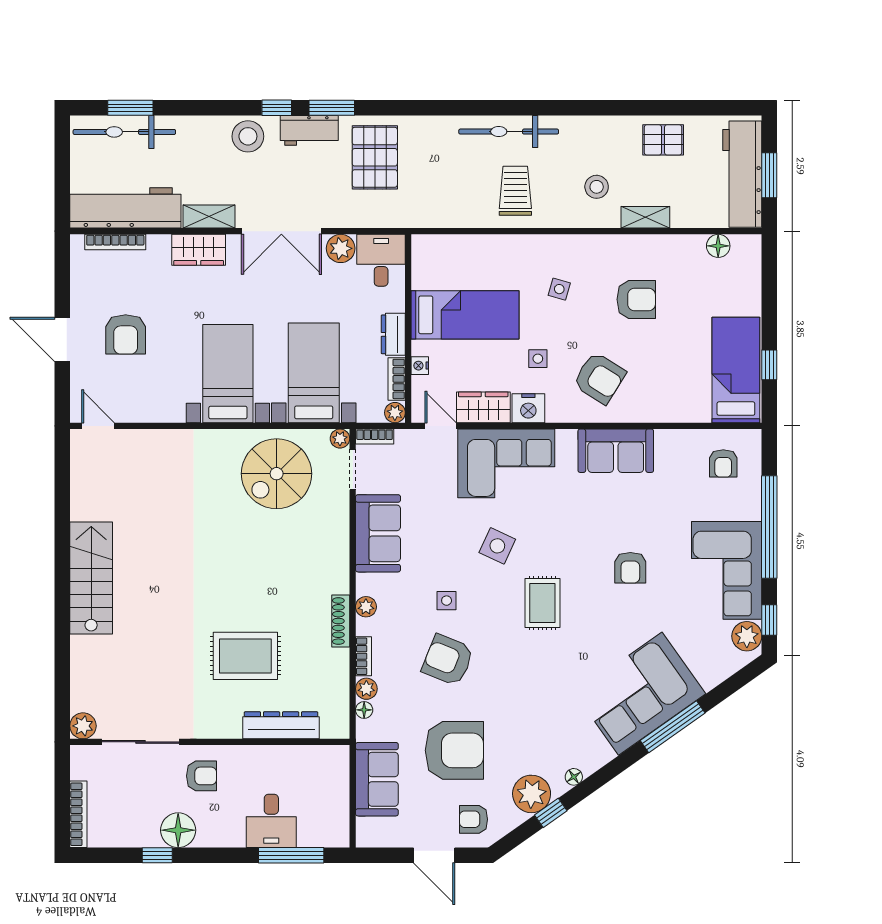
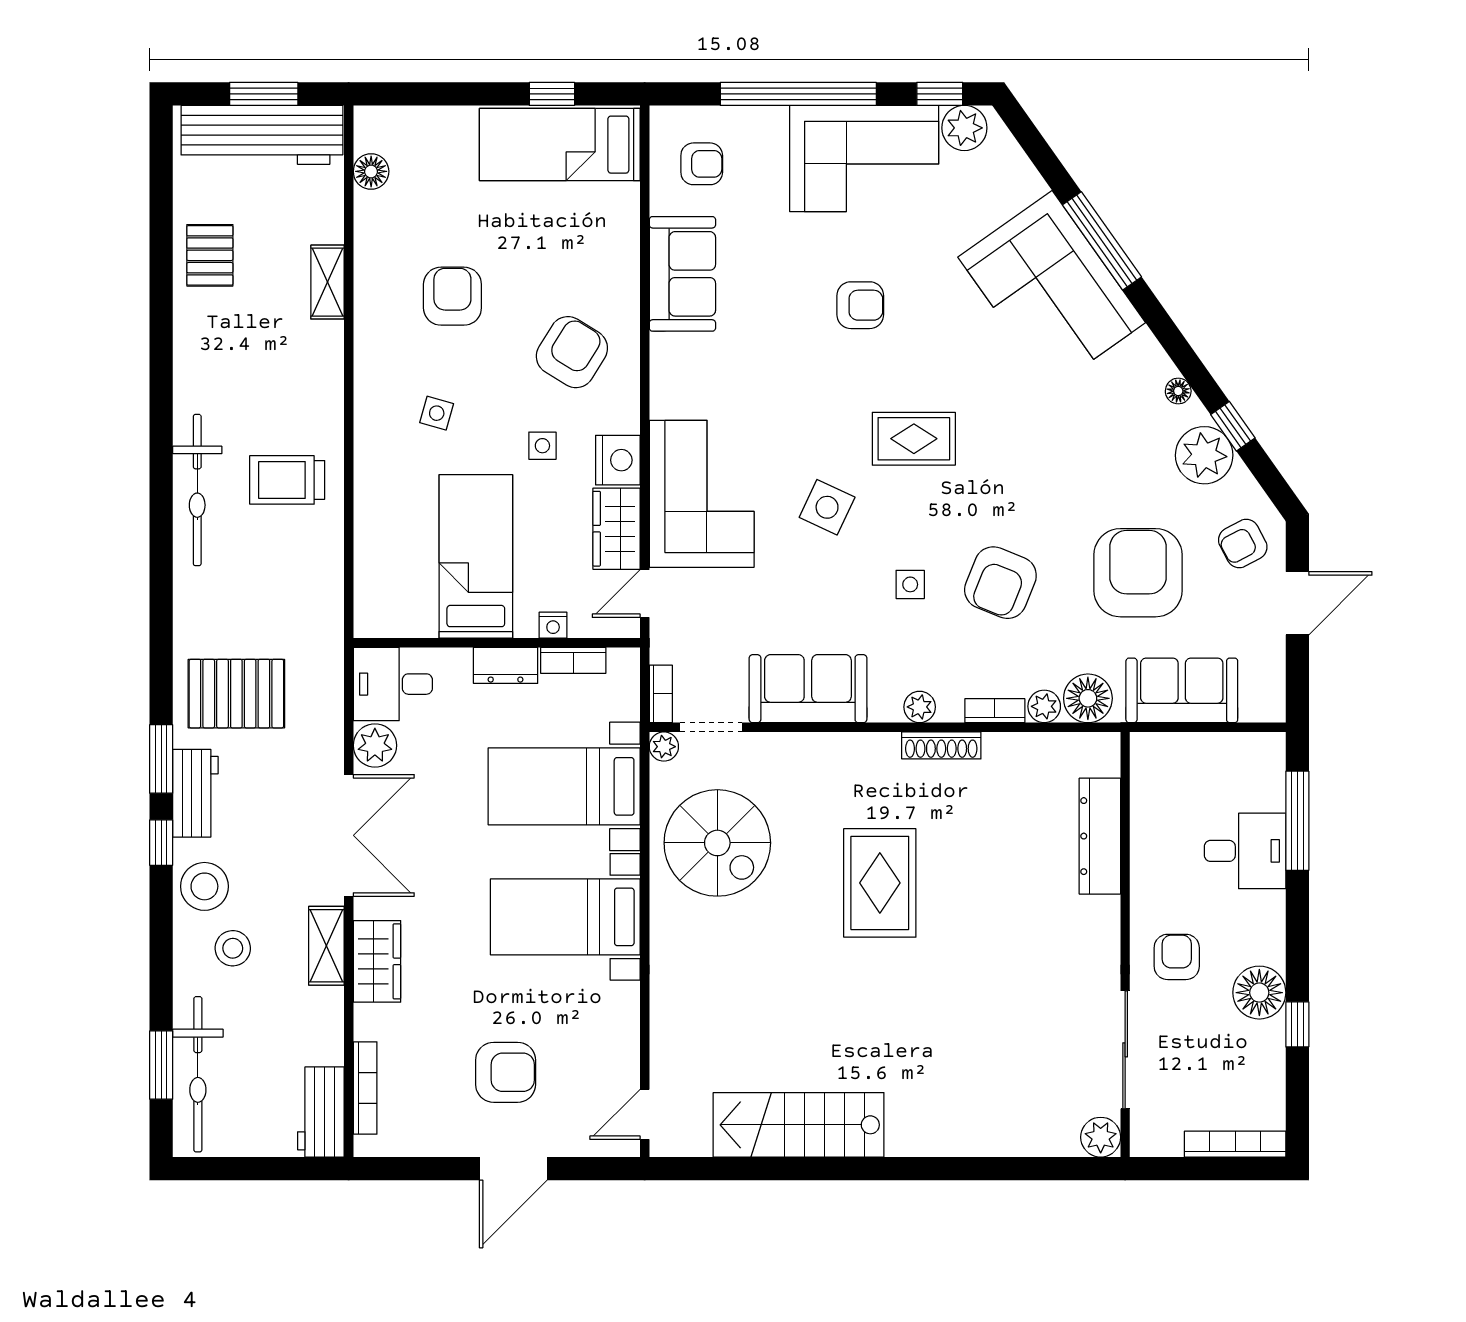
stool: (597, 187) -> (233, 948), moved
workbench: (125, 208) -> (321, 1112), width x0.53, depth x0.76
plant: (395, 413) -> (624, 663), removed
sofa: (616, 451) -> (682, 274), moved
stairs: (91, 578) -> (799, 1125), moved
rug: (245, 656) -> (880, 883), moved
floor lamp: (364, 710) -> (1088, 698), width x1.89, depth x1.89
armchair: (473, 819) -> (1243, 544), turned 62

